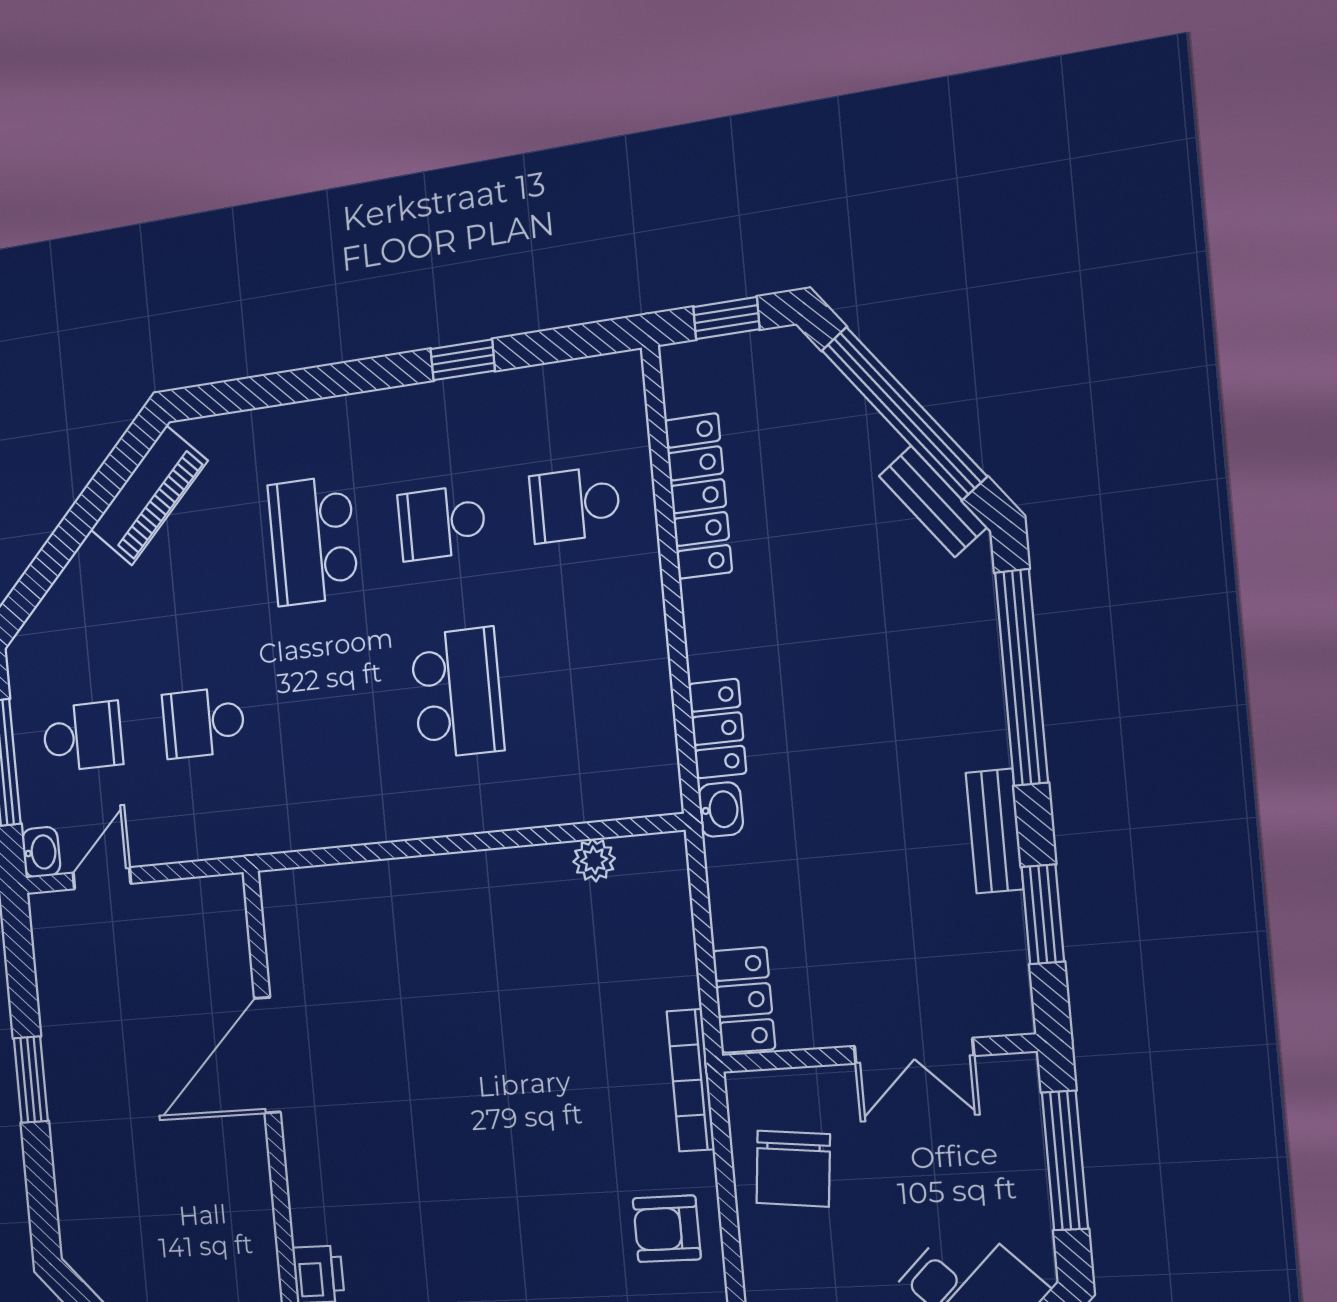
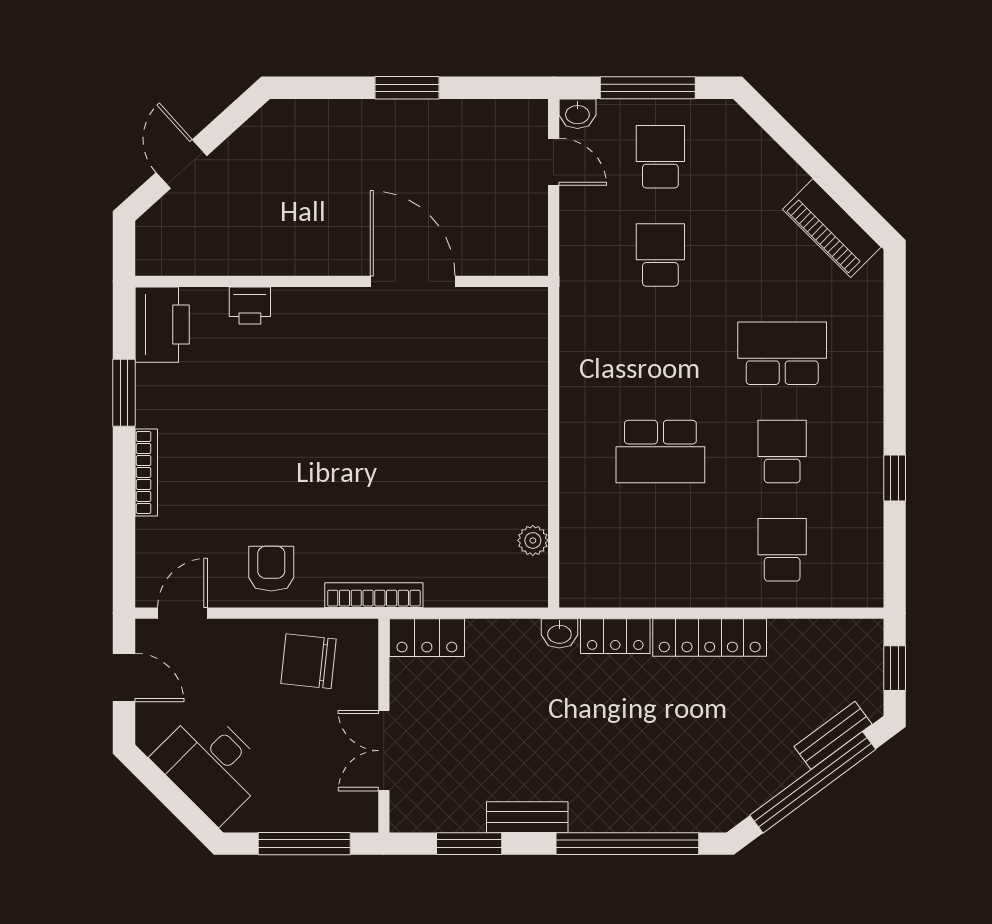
locker: (698, 496) -> (710, 638), moved
bench: (933, 501) -> (833, 735), moved
school desk: (83, 737) -> (660, 157), turned 180

